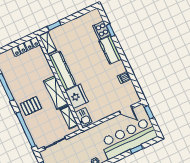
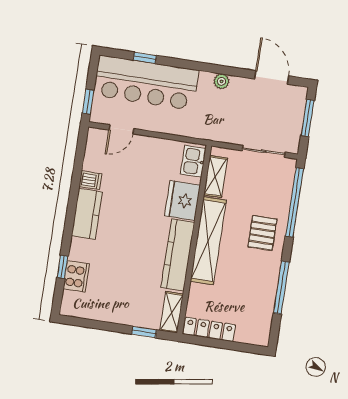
kitchen counter: (110, 50) -> (87, 214), moved
shelving: (56, 93) -> (208, 241), width x1.47
pallet: (31, 106) -> (262, 233), turned 90
door: (126, 110) -> (121, 129), swing flipped

